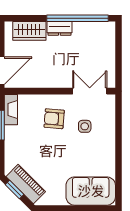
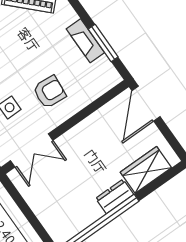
fireplace: (11, 110) -> (85, 41), moved

